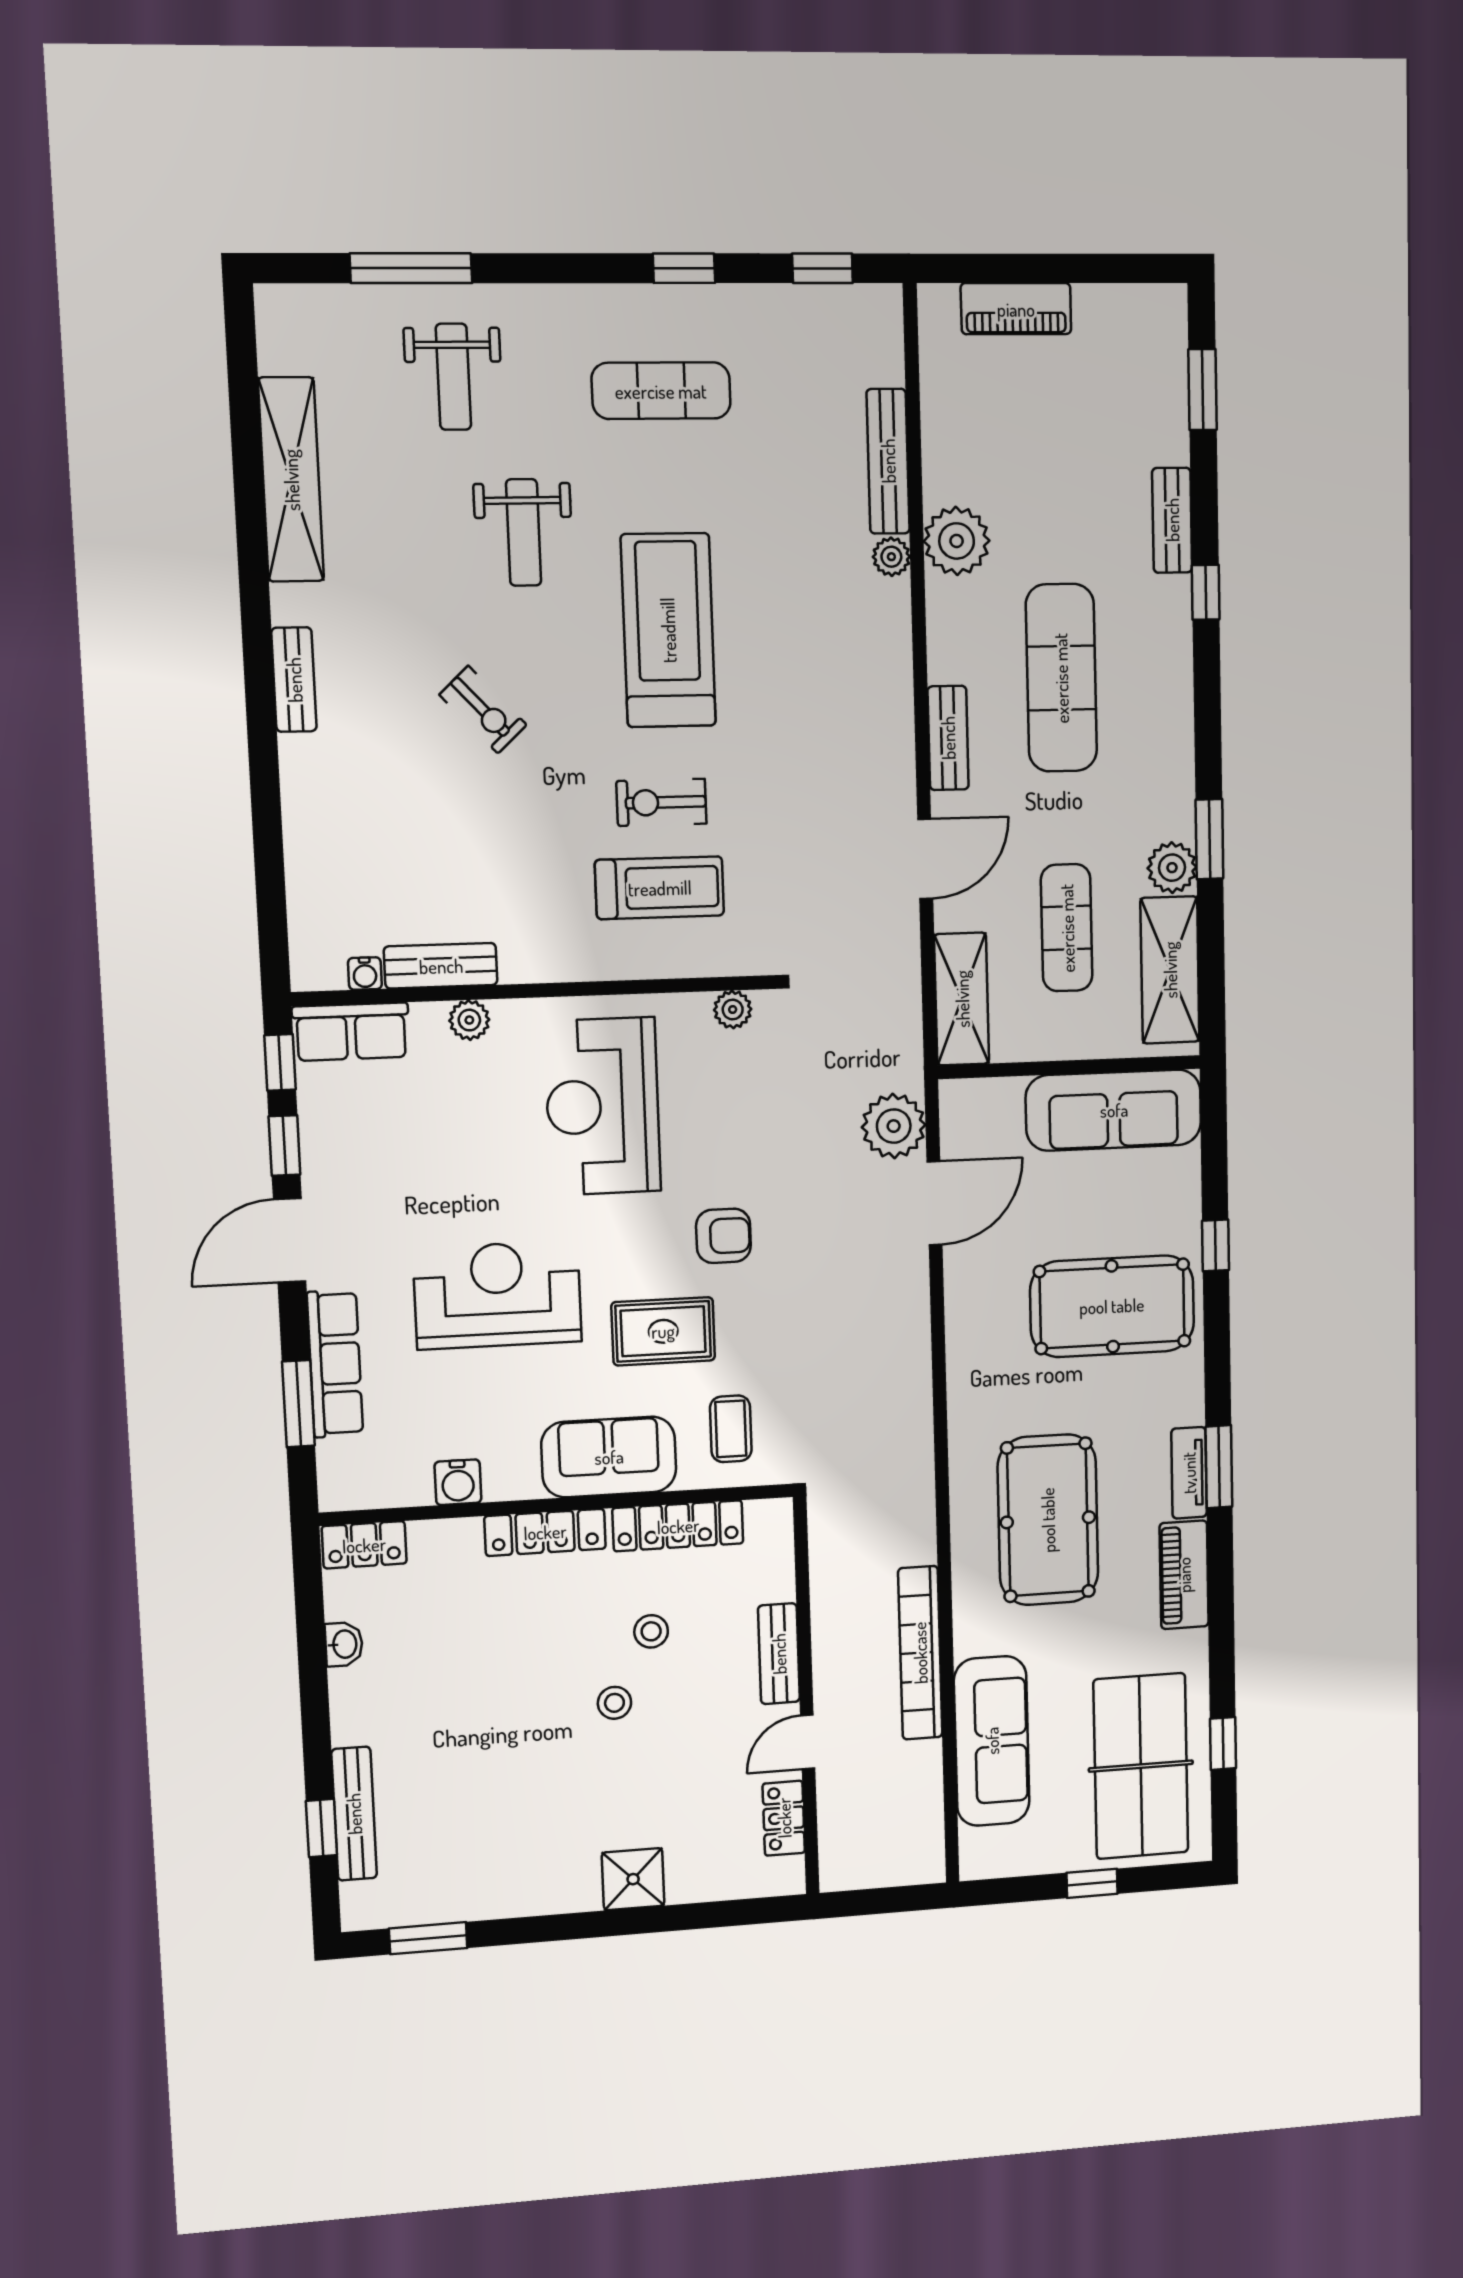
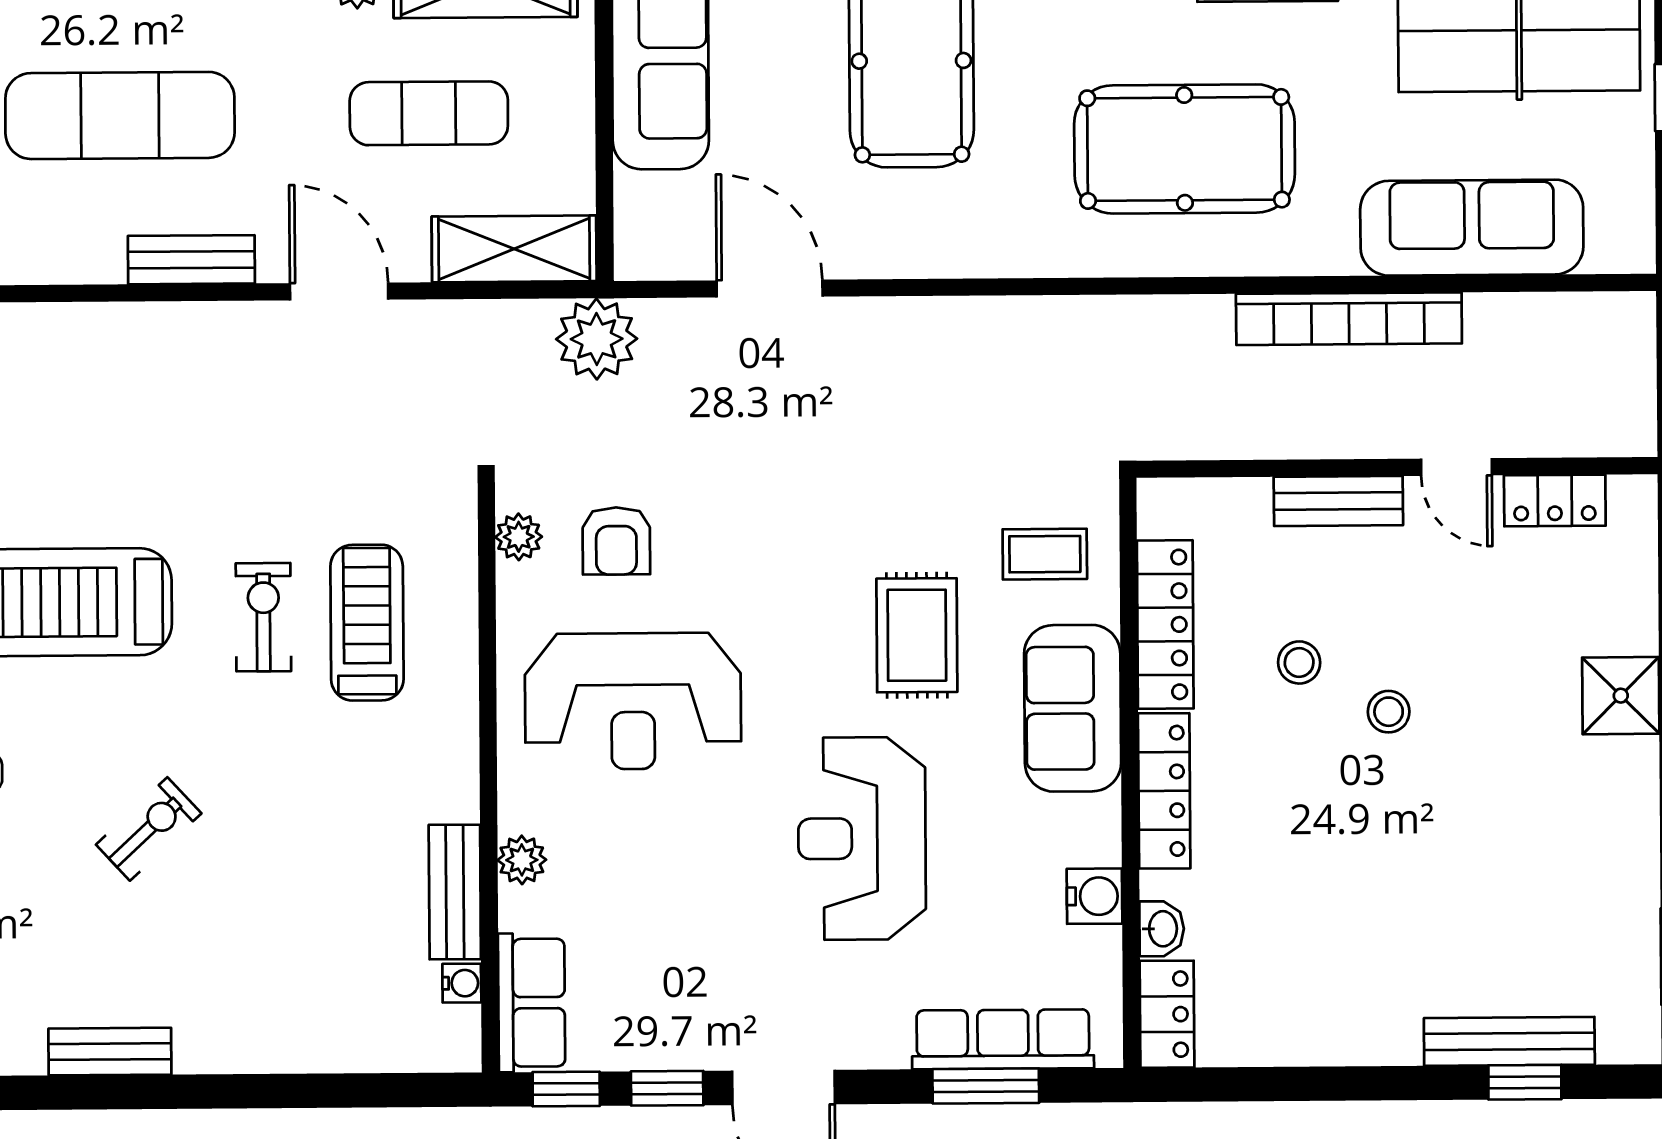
exercise bike: (661, 802) -> (263, 617), turned 180
plant: (894, 1126) -> (597, 339), moved
armchair: (723, 1236) -> (616, 541), moved, turned 180
row of seats: (335, 1364) -> (1003, 1039), moved
washbasin: (344, 1644) -> (1162, 929), moved, turned 90

